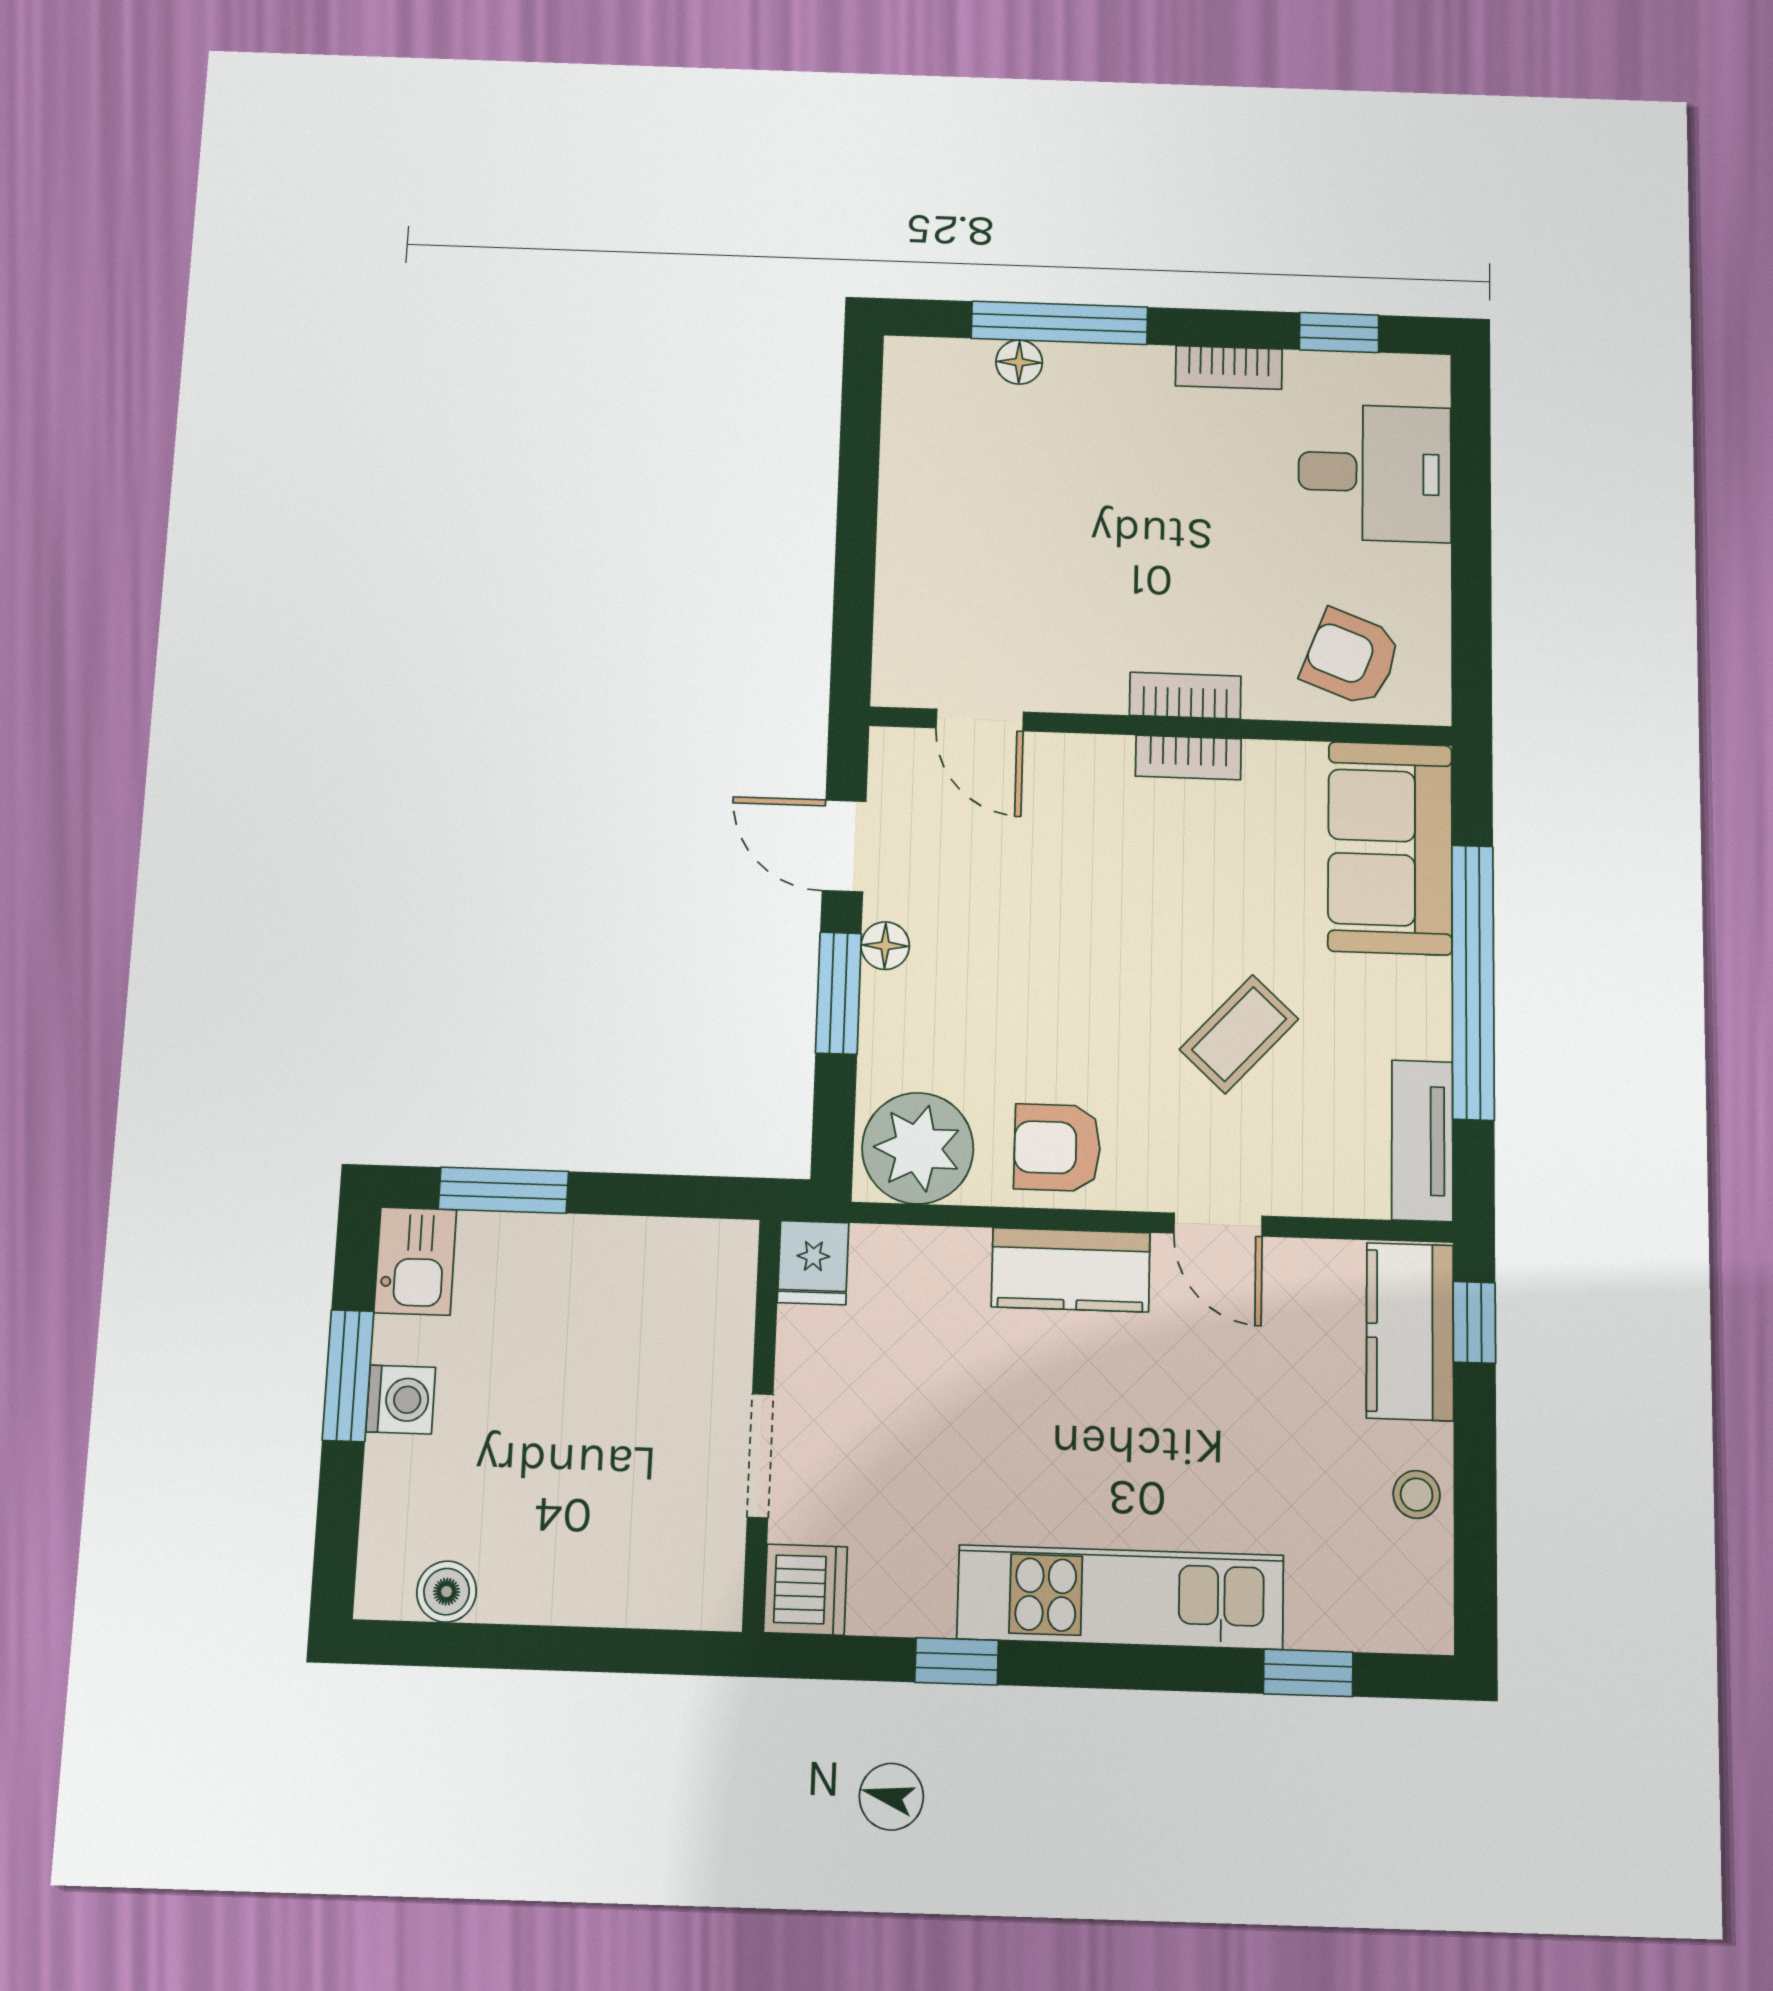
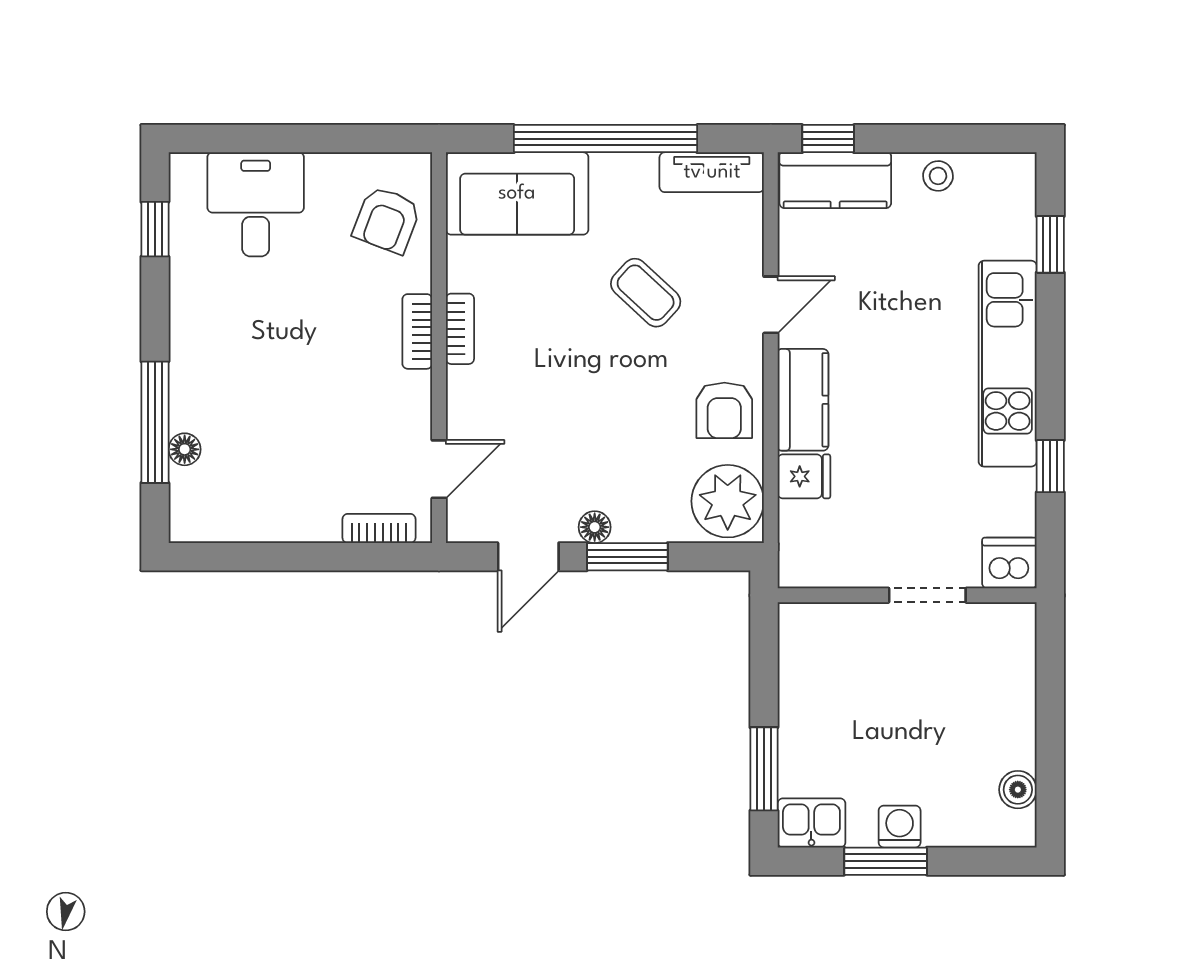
bookcase: (1229, 367) -> (379, 528), moved, turned -90
fridge: (813, 1263) -> (804, 476), moved

